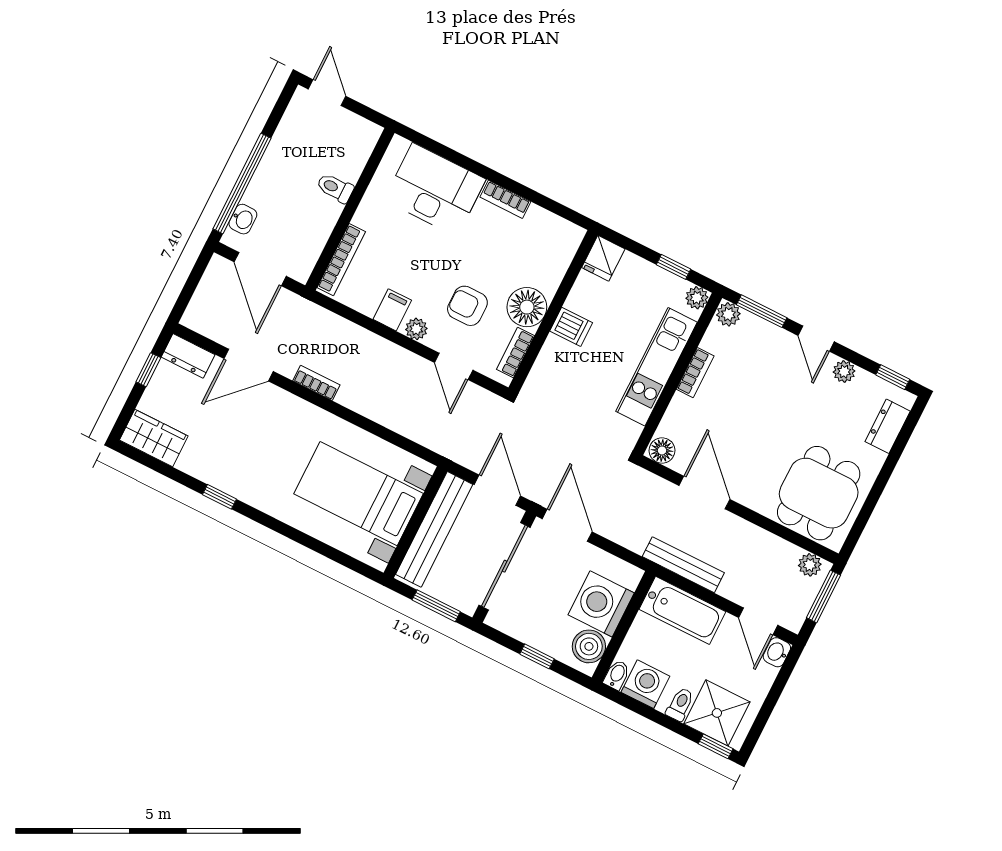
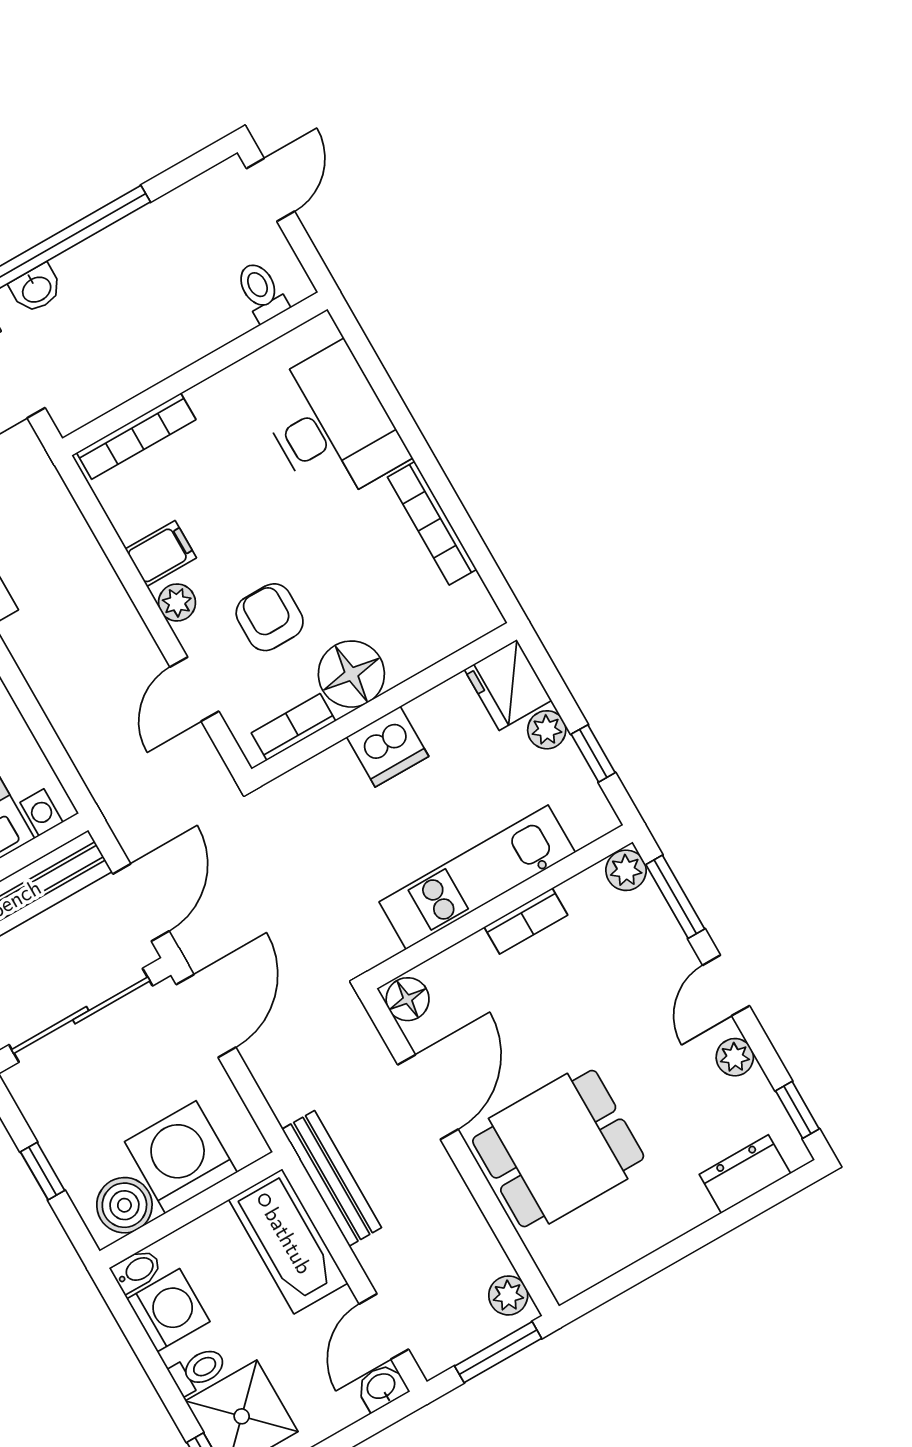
toilet: (335, 188) -> (261, 292), moved
bookcase: (505, 199) -> (432, 523), width x1.56
fridge: (603, 258) -> (508, 685), width x1.38
plant: (697, 298) -> (547, 730), moved
dishwasher: (571, 327) -> (388, 747), width x1.38
dining table: (819, 493) -> (558, 1149), moved

